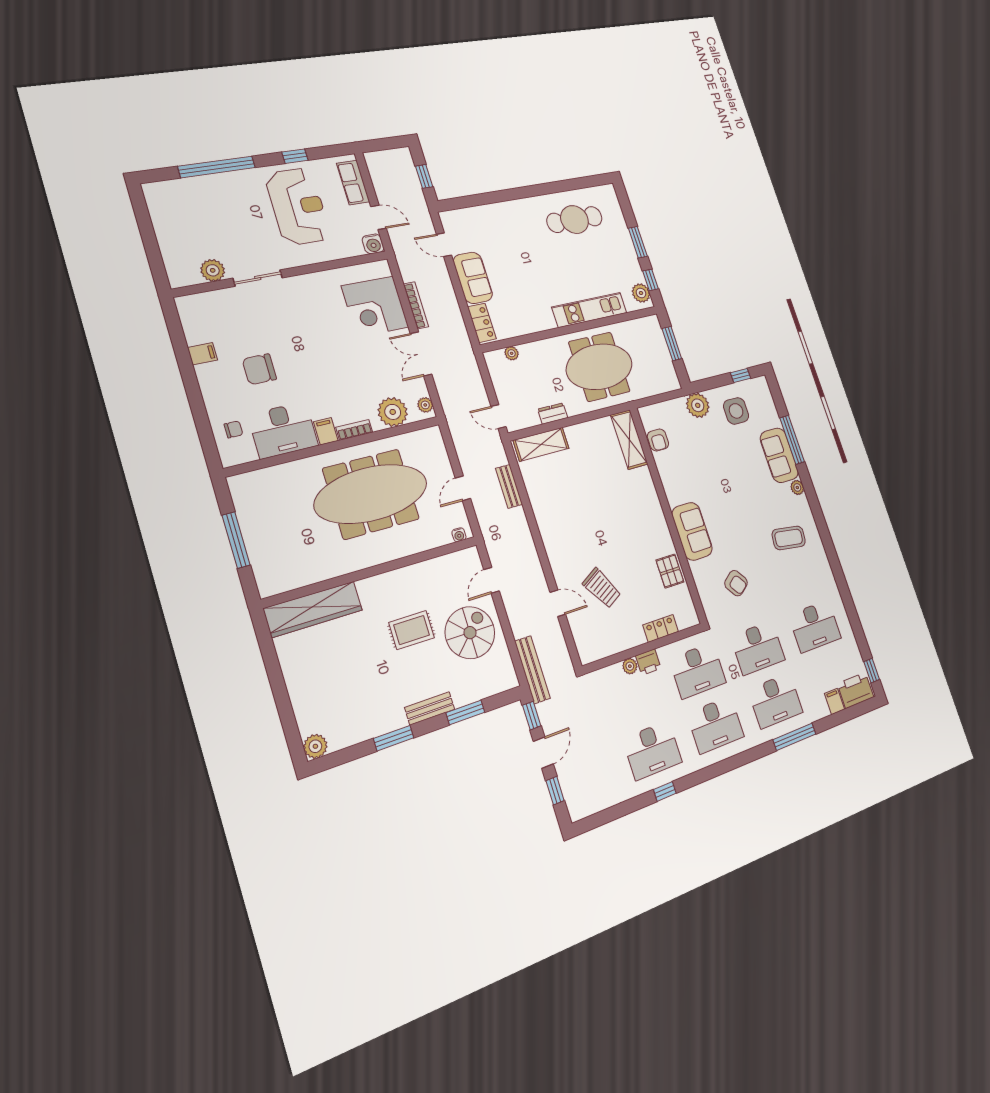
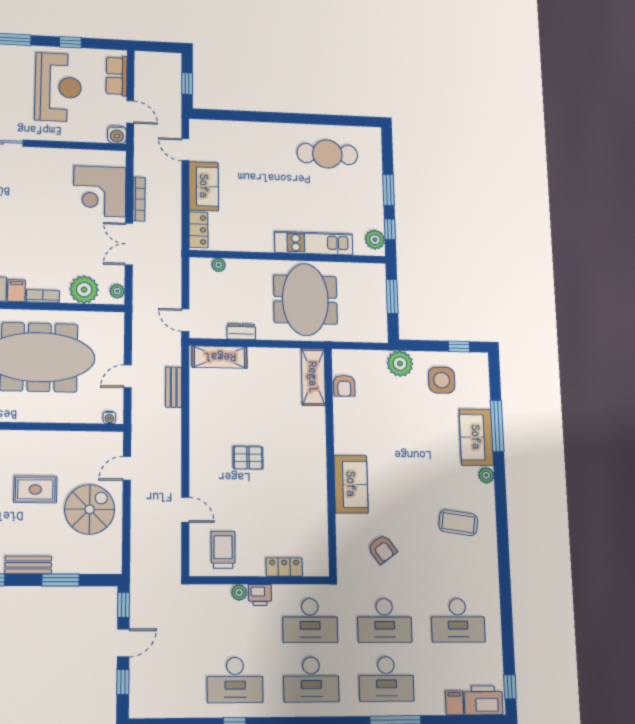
meeting table: (599, 367) -> (305, 300), turned 90
pallet: (670, 571) -> (248, 458), moved, turned 90
trolley: (602, 588) -> (223, 550), moved, turned -150
bench: (532, 670) -> (139, 563), removed

